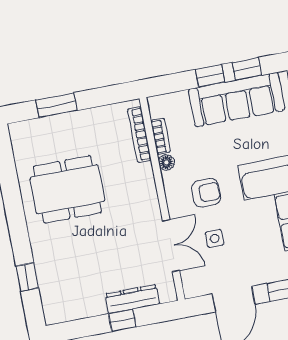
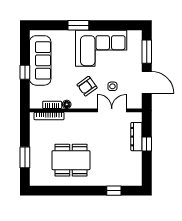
window: (247, 69) -> (25, 52), removed
dining table: (67, 189) -> (71, 160), turned 90
armchair: (206, 193) -> (87, 86), turned -126

